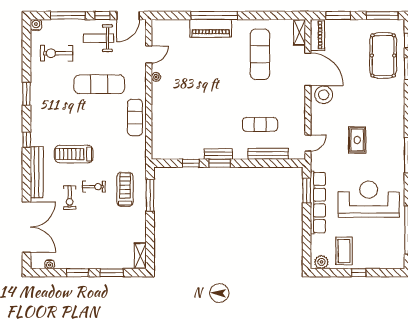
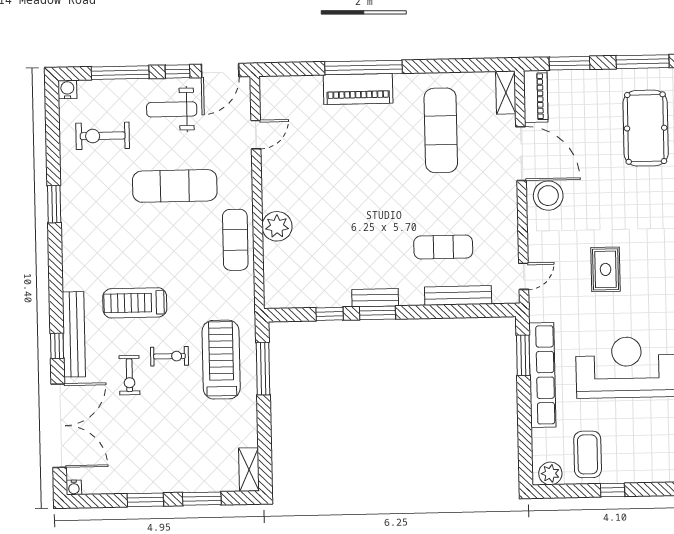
plant: (156, 77) -> (277, 226), moved, width x1.87, depth x1.87
window: (27, 140) -> (57, 346), moved
treadmill: (125, 189) -> (221, 360), width x1.37, depth x1.38
water cooler: (50, 264) -> (74, 487), moved

